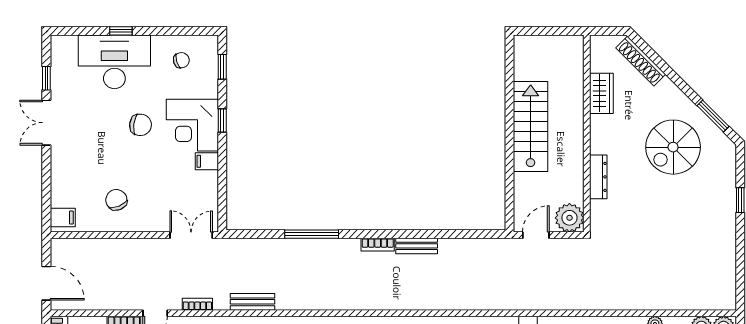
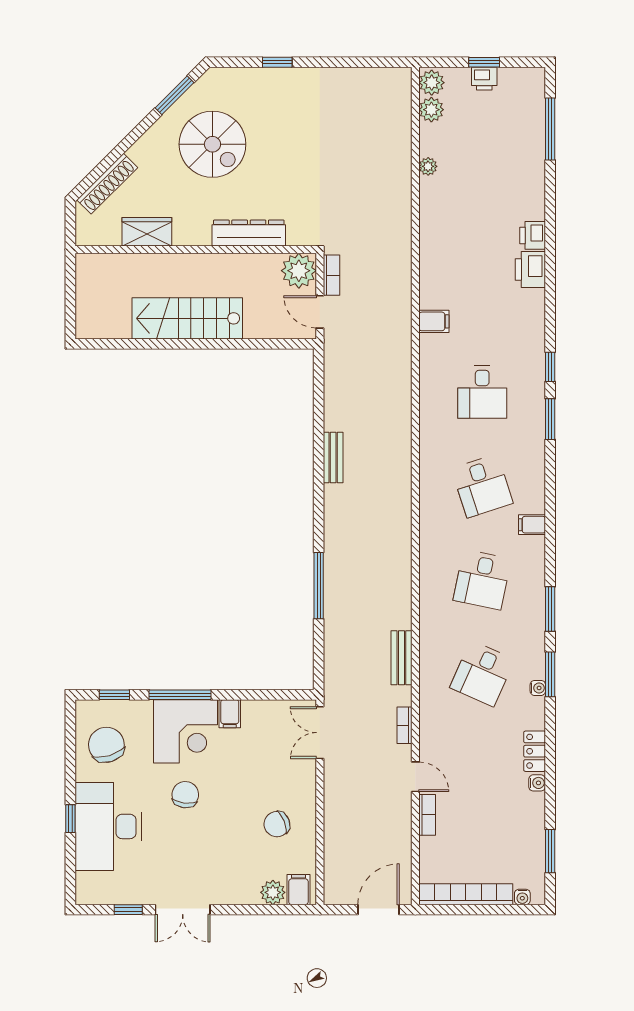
chair: (181, 60) -> (106, 745), width x1.87, depth x1.87
window: (222, 121) -> (180, 695), width x2.17
dresser: (598, 177) -> (249, 233), width x1.37, depth x1.24
plant: (60, 197) -> (273, 892), added
bookcase: (378, 245) -> (332, 275), moved

